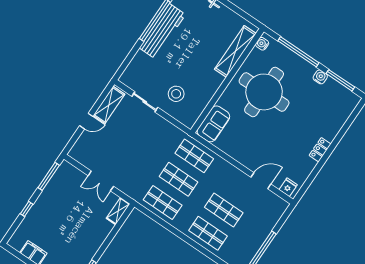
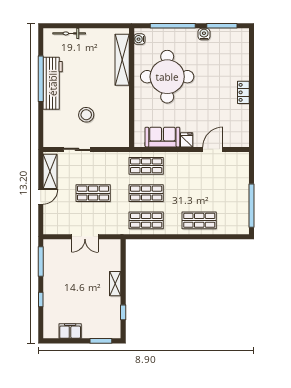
stool: (176, 94) -> (86, 115), moved
sofa: (213, 124) -> (162, 137), moved, turned -90
fridge: (288, 187) -> (187, 140), moved
shop shelf: (224, 210) -> (93, 193), moved
shelving: (118, 211) -> (115, 284), moved

